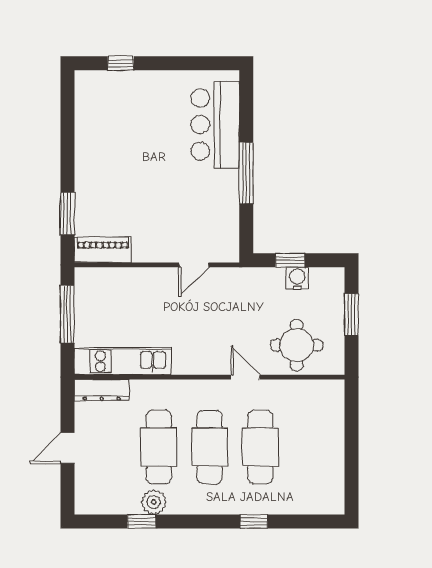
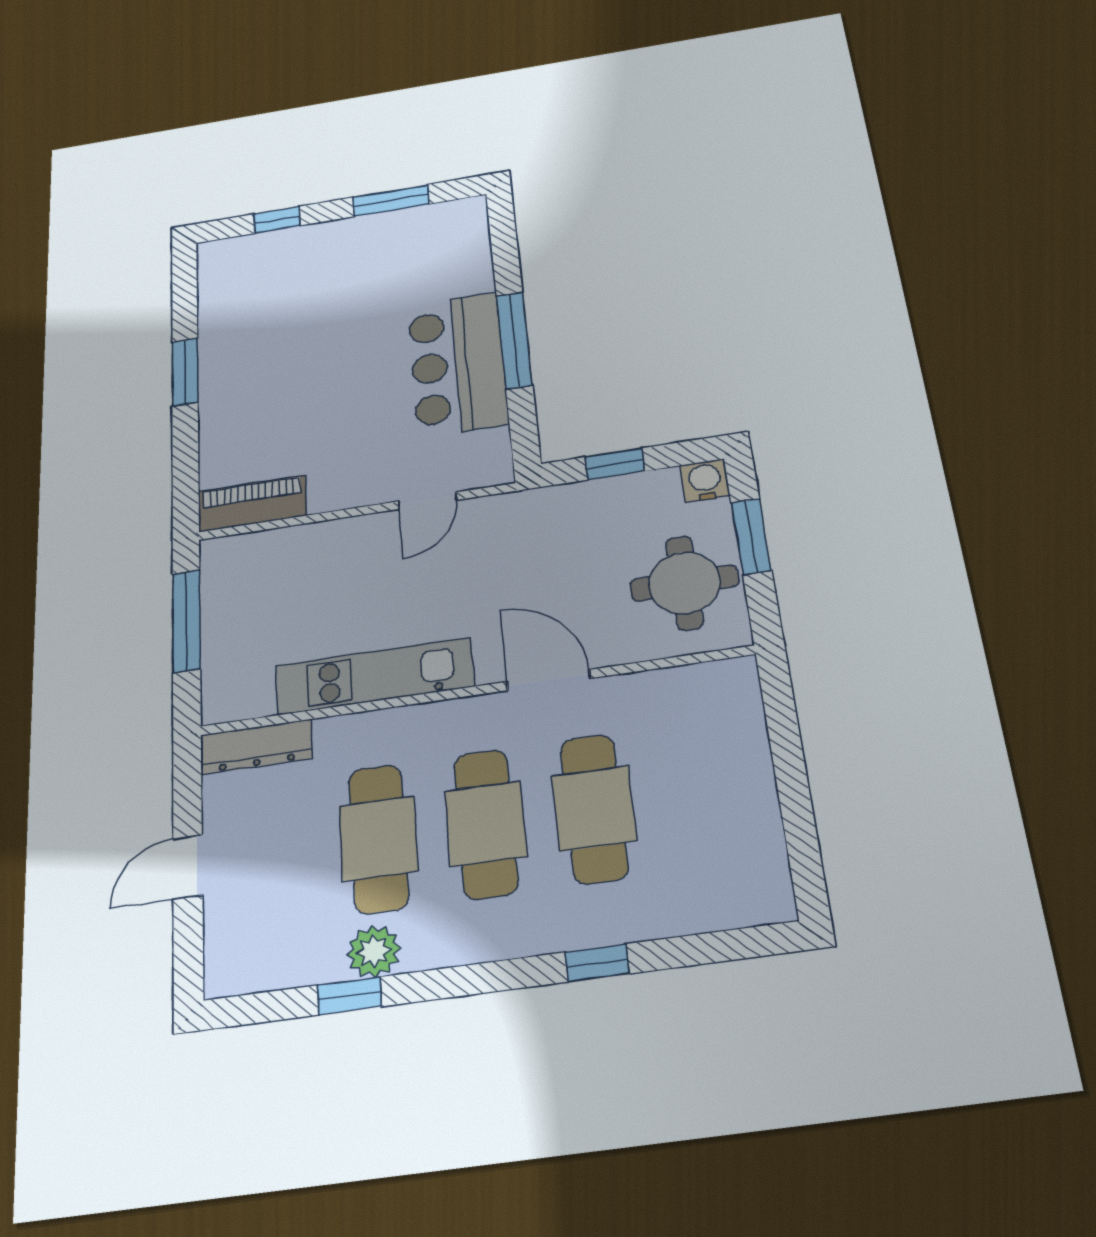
window: (186, 63) -> (391, 201), added
bar counter: (215, 125) -> (458, 364), moved
window: (67, 214) -> (185, 372), moved
water cooler: (297, 278) -> (705, 481), moved
round table: (297, 345) -> (684, 583), moved
kitchen unit: (123, 361) -> (374, 676), moved
door: (245, 377) -> (548, 680), width x1.38

